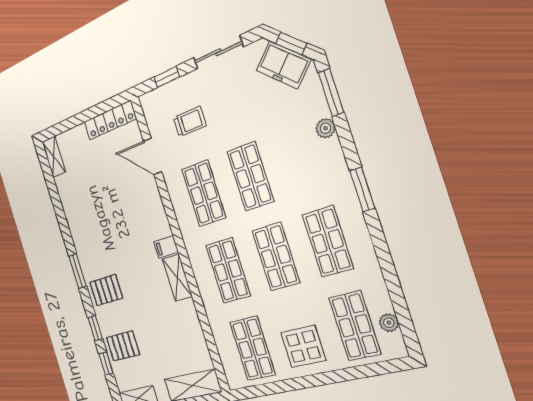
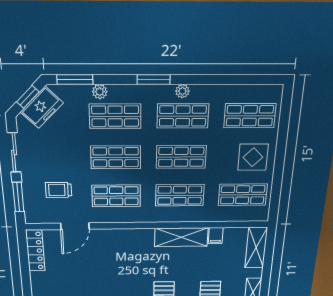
window: (167, 77) -> (18, 197), width x1.50
trolley: (190, 122) -> (59, 190), turned -90
shop shelf: (301, 158) -> (115, 116), added
filing cabinet: (166, 247) -> (216, 236), moved
shelving: (177, 278) -> (181, 237), width x1.50, depth x1.33
plant: (389, 323) -> (182, 91), moved

